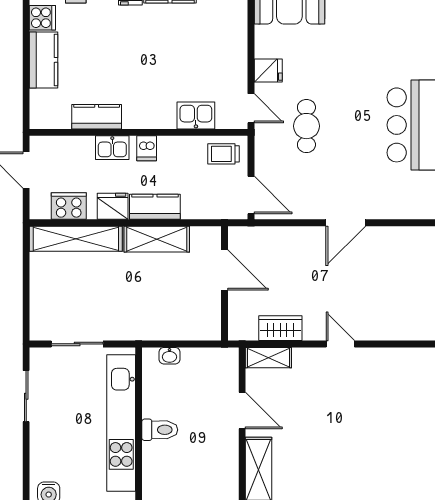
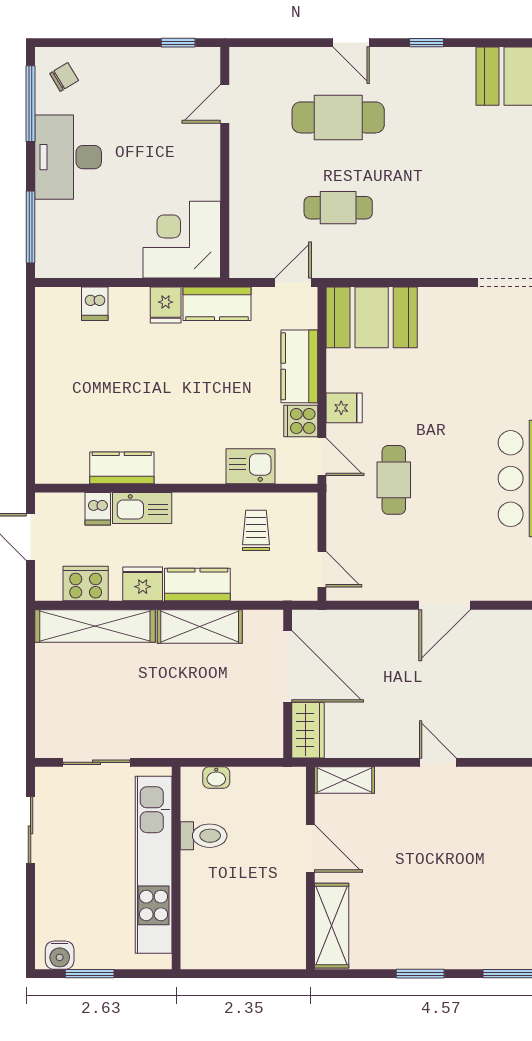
cooker: (42, 18) -> (301, 421), moved, turned 180
kitchen counter: (44, 60) -> (299, 366), moved, turned 180
kitchen sink: (112, 148) -> (142, 508), width x1.38
dishwasher: (147, 148) -> (98, 509), moved
trolley: (224, 154) -> (256, 530), moved, turned 90
door: (251, 195) -> (322, 569), width x0.73
door: (225, 270) -> (288, 666), width x1.36
wardrobe: (280, 328) -> (308, 730), moved, turned 90
toilet: (160, 430) -> (204, 836), moved

